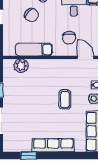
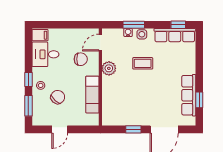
plant: (21, 66) -> (109, 68), moved
row of seats: (53, 145) -> (189, 95), moved

